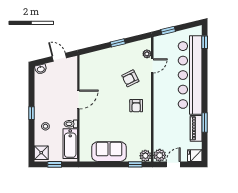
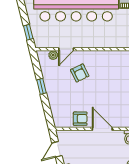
door: (152, 66) -> (66, 49), swing flipped
armchair: (136, 106) -> (80, 119), moved

